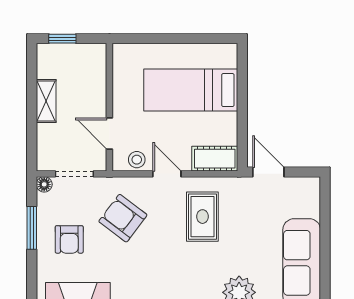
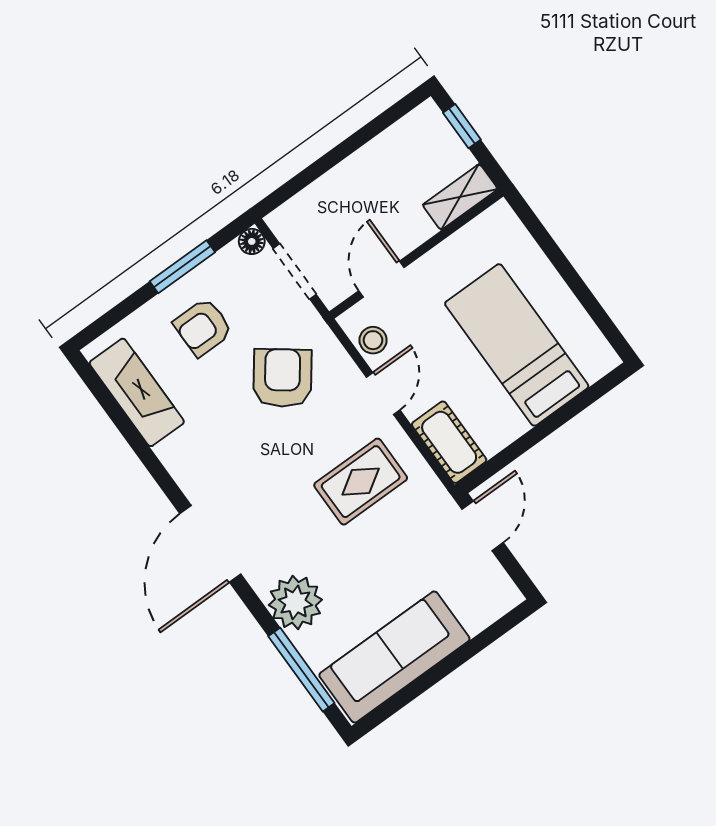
shelving: (46, 101) -> (460, 197), moved

